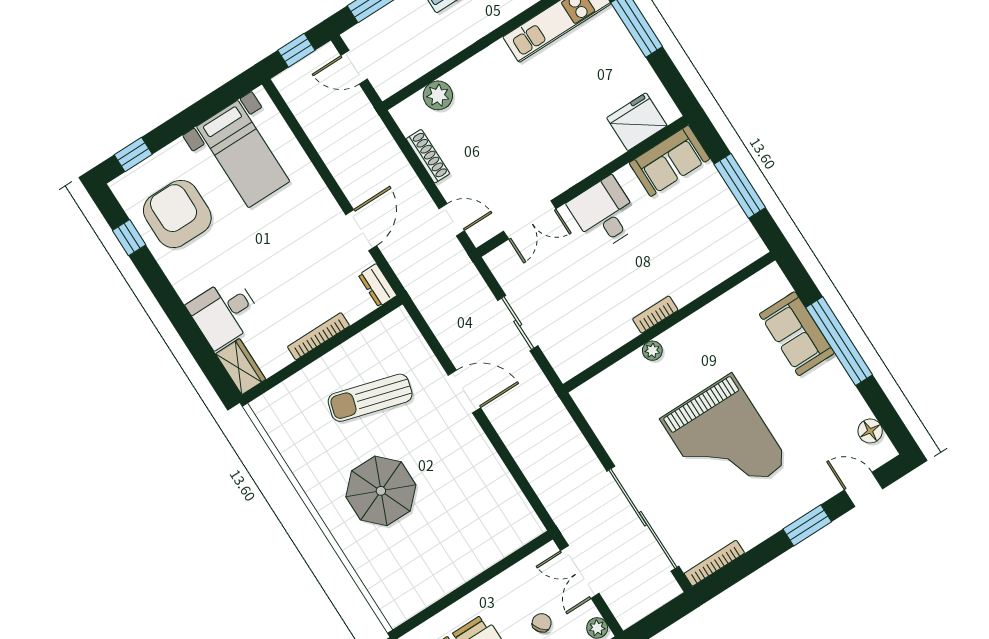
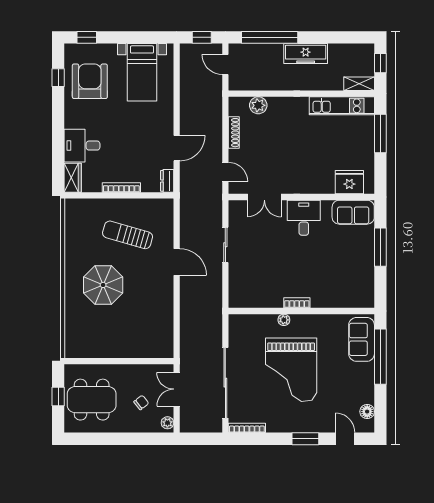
bookcase: (655, 315) -> (297, 303), moved
wall: (669, 322) -> (301, 311), moved
plant: (652, 351) -> (284, 320), moved

